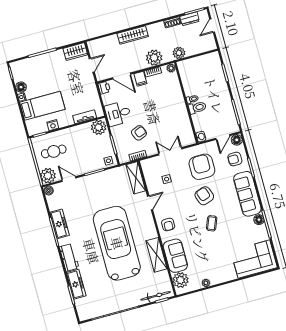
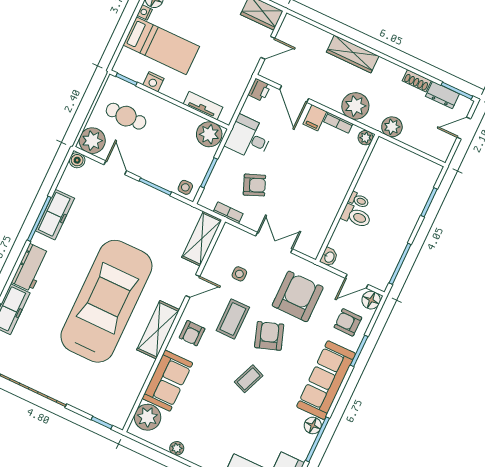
coffee table: (181, 202) -> (233, 319), added
shelving: (156, 255) -> (158, 330), moved
bicycle: (156, 296) -> (99, 410), removed

